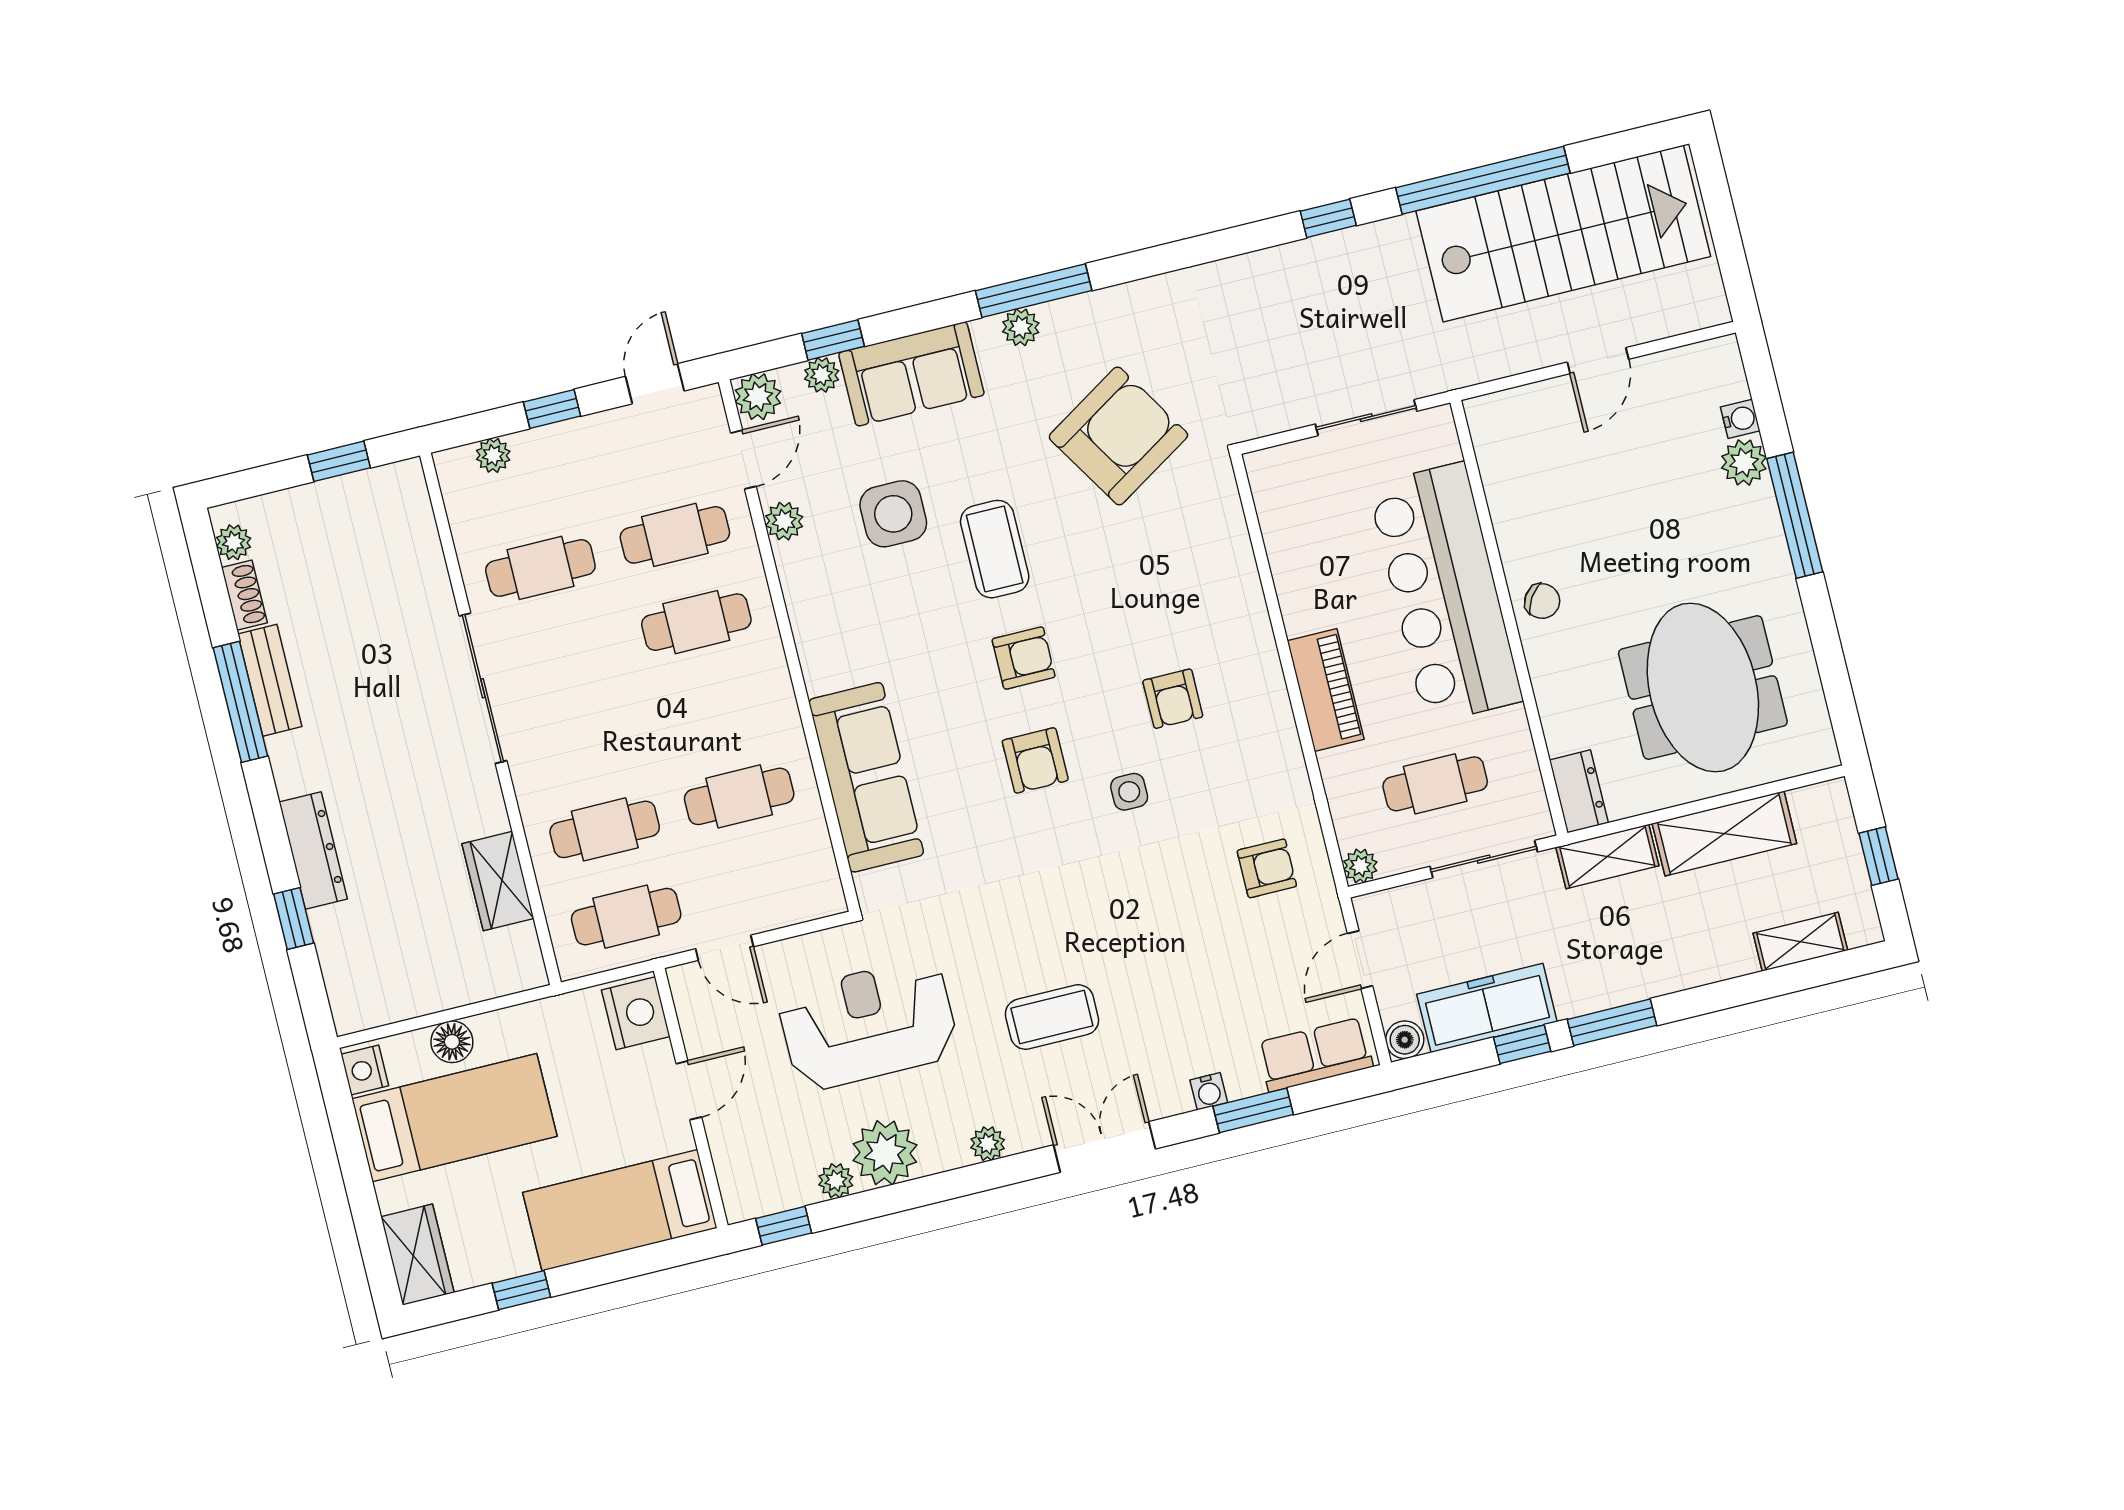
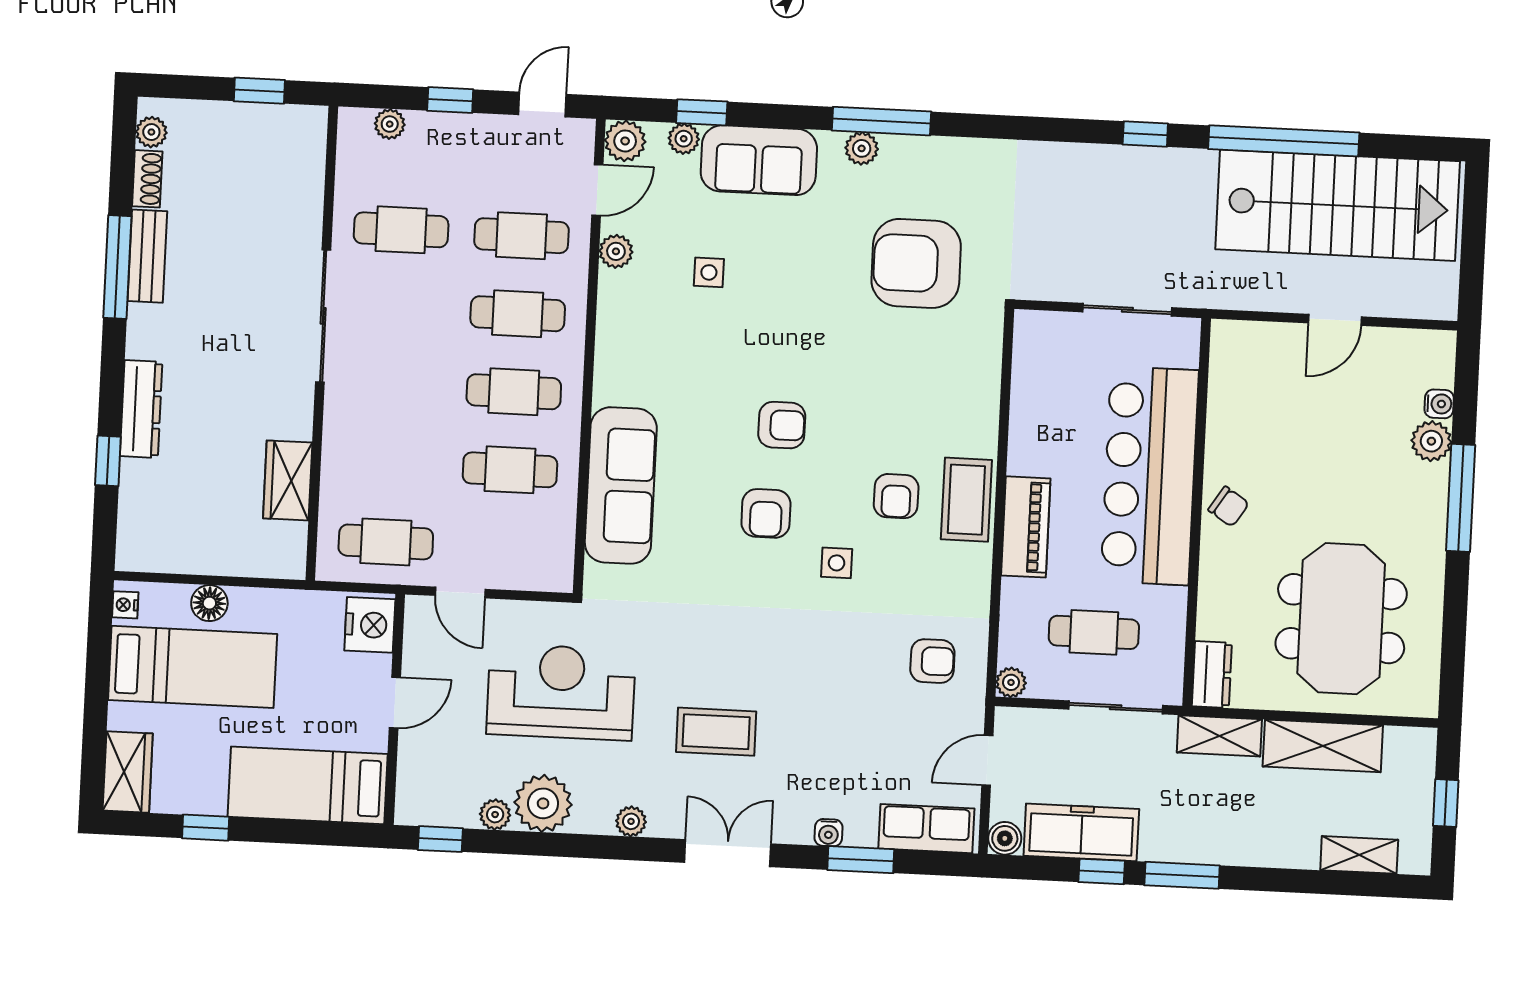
armchair: (1118, 436) -> (916, 263), turned -148
side table: (893, 514) -> (709, 272), width x0.54, depth x0.54
coffee table: (995, 549) -> (966, 500), moved
cafe table: (605, 829) -> (514, 392), moved
nightstand: (365, 1070) -> (125, 605), width x0.72, depth x0.74

